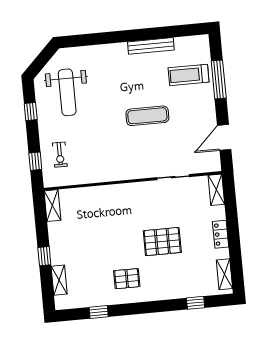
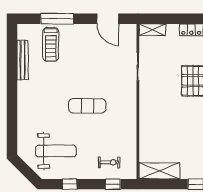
bench: (151, 46) -> (23, 60), moved
exercise mat: (147, 116) -> (87, 106), moved, turned 90
shelving: (52, 206) -> (159, 171), width x1.50, depth x1.33

